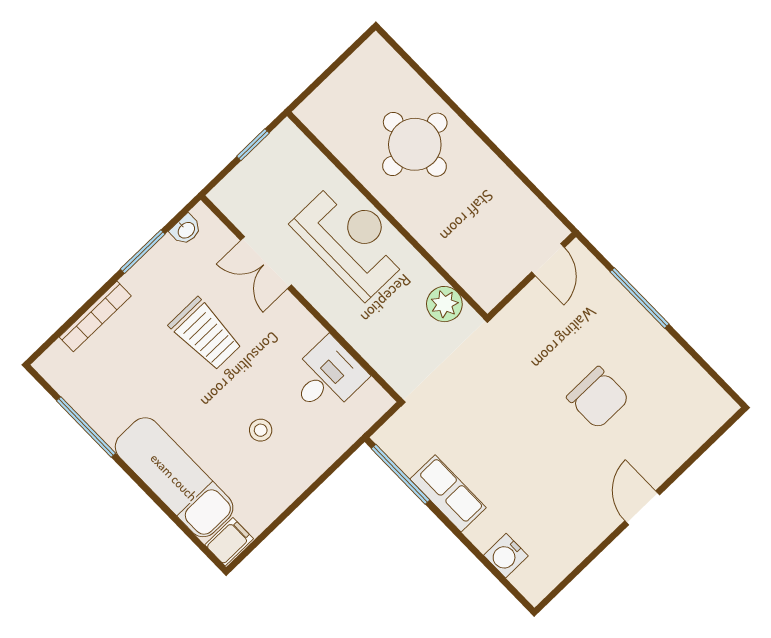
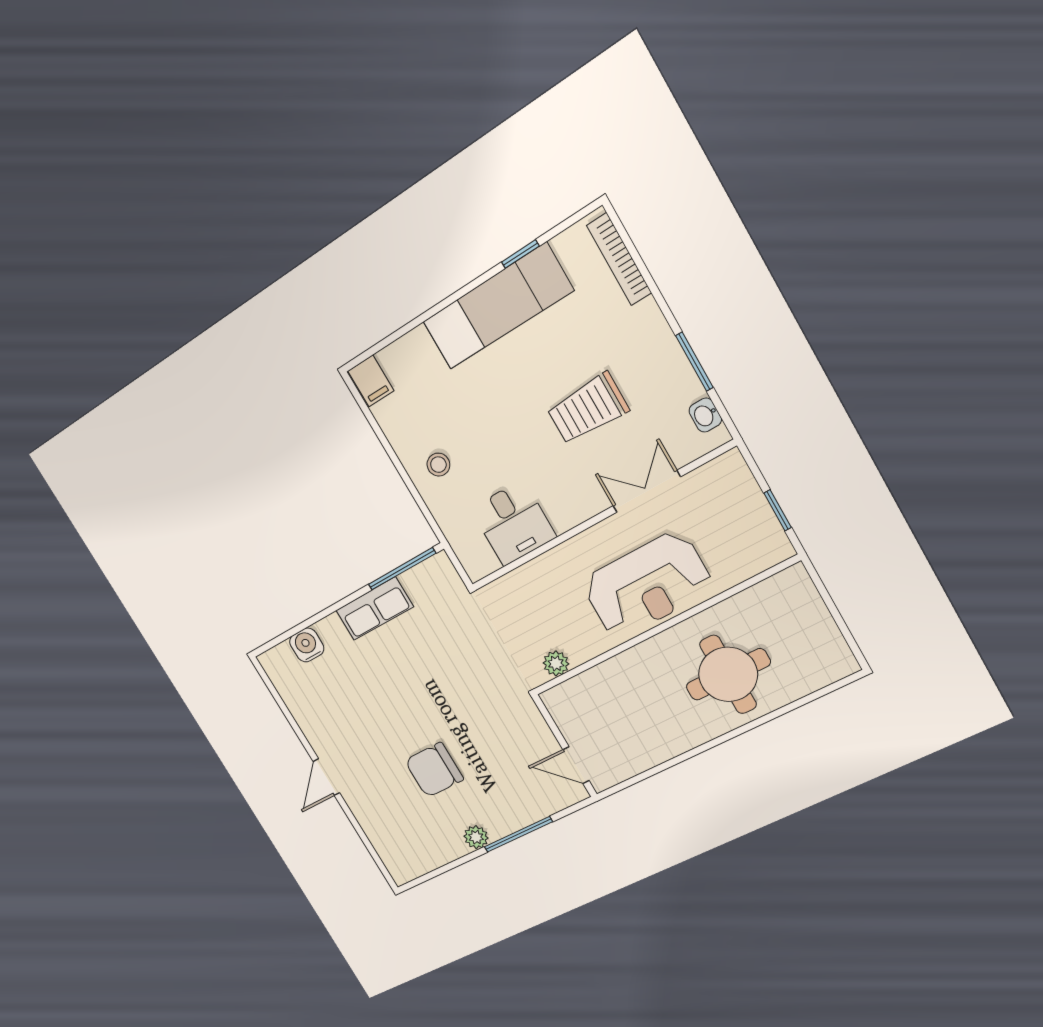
plant: (444, 304) -> (556, 663), width x0.73, depth x0.73
bookcase: (95, 316) -> (619, 259), moved
plant: (657, 339) -> (476, 837), added
window: (86, 427) -> (520, 254), width x0.46
stool: (261, 430) -> (438, 465), moved
exam couch: (174, 477) -> (498, 306), moved
door: (642, 508) -> (326, 777), swing flipped

